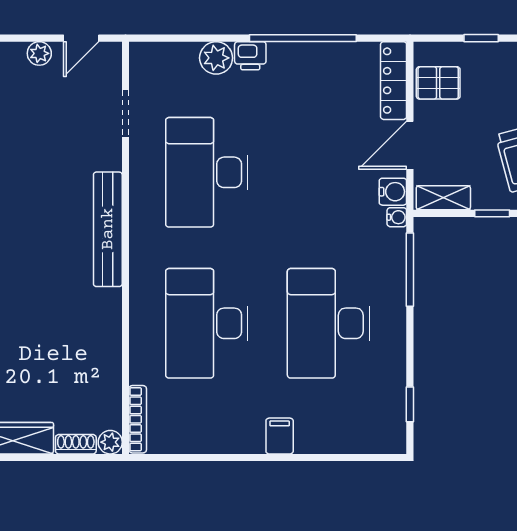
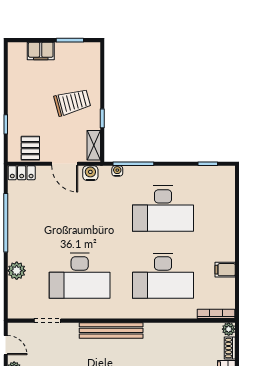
printer: (250, 56) -> (15, 252), removed
locker: (394, 81) -> (22, 173), width x0.66
water cooler: (397, 217) -> (117, 171), moved
filing cabinet: (280, 436) -> (225, 270), moved

